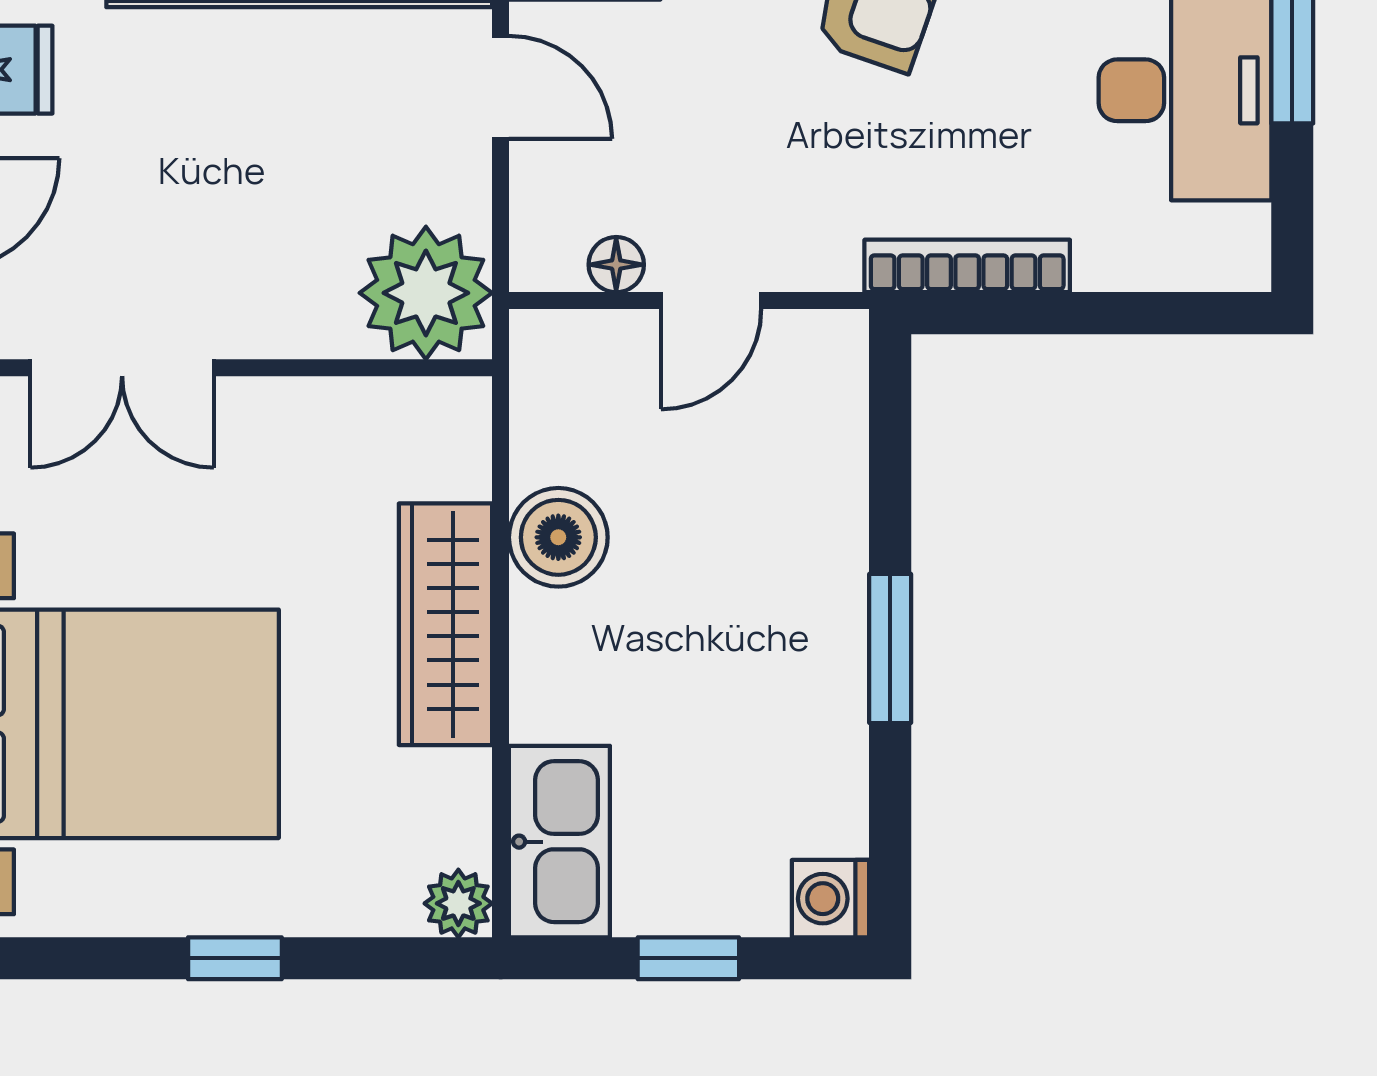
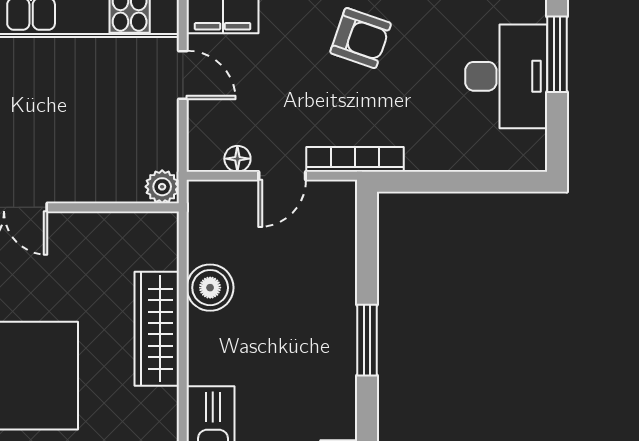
bookcase: (967, 266) -> (355, 159), moved
plant: (426, 293) -> (162, 187), width x0.53, depth x0.53

